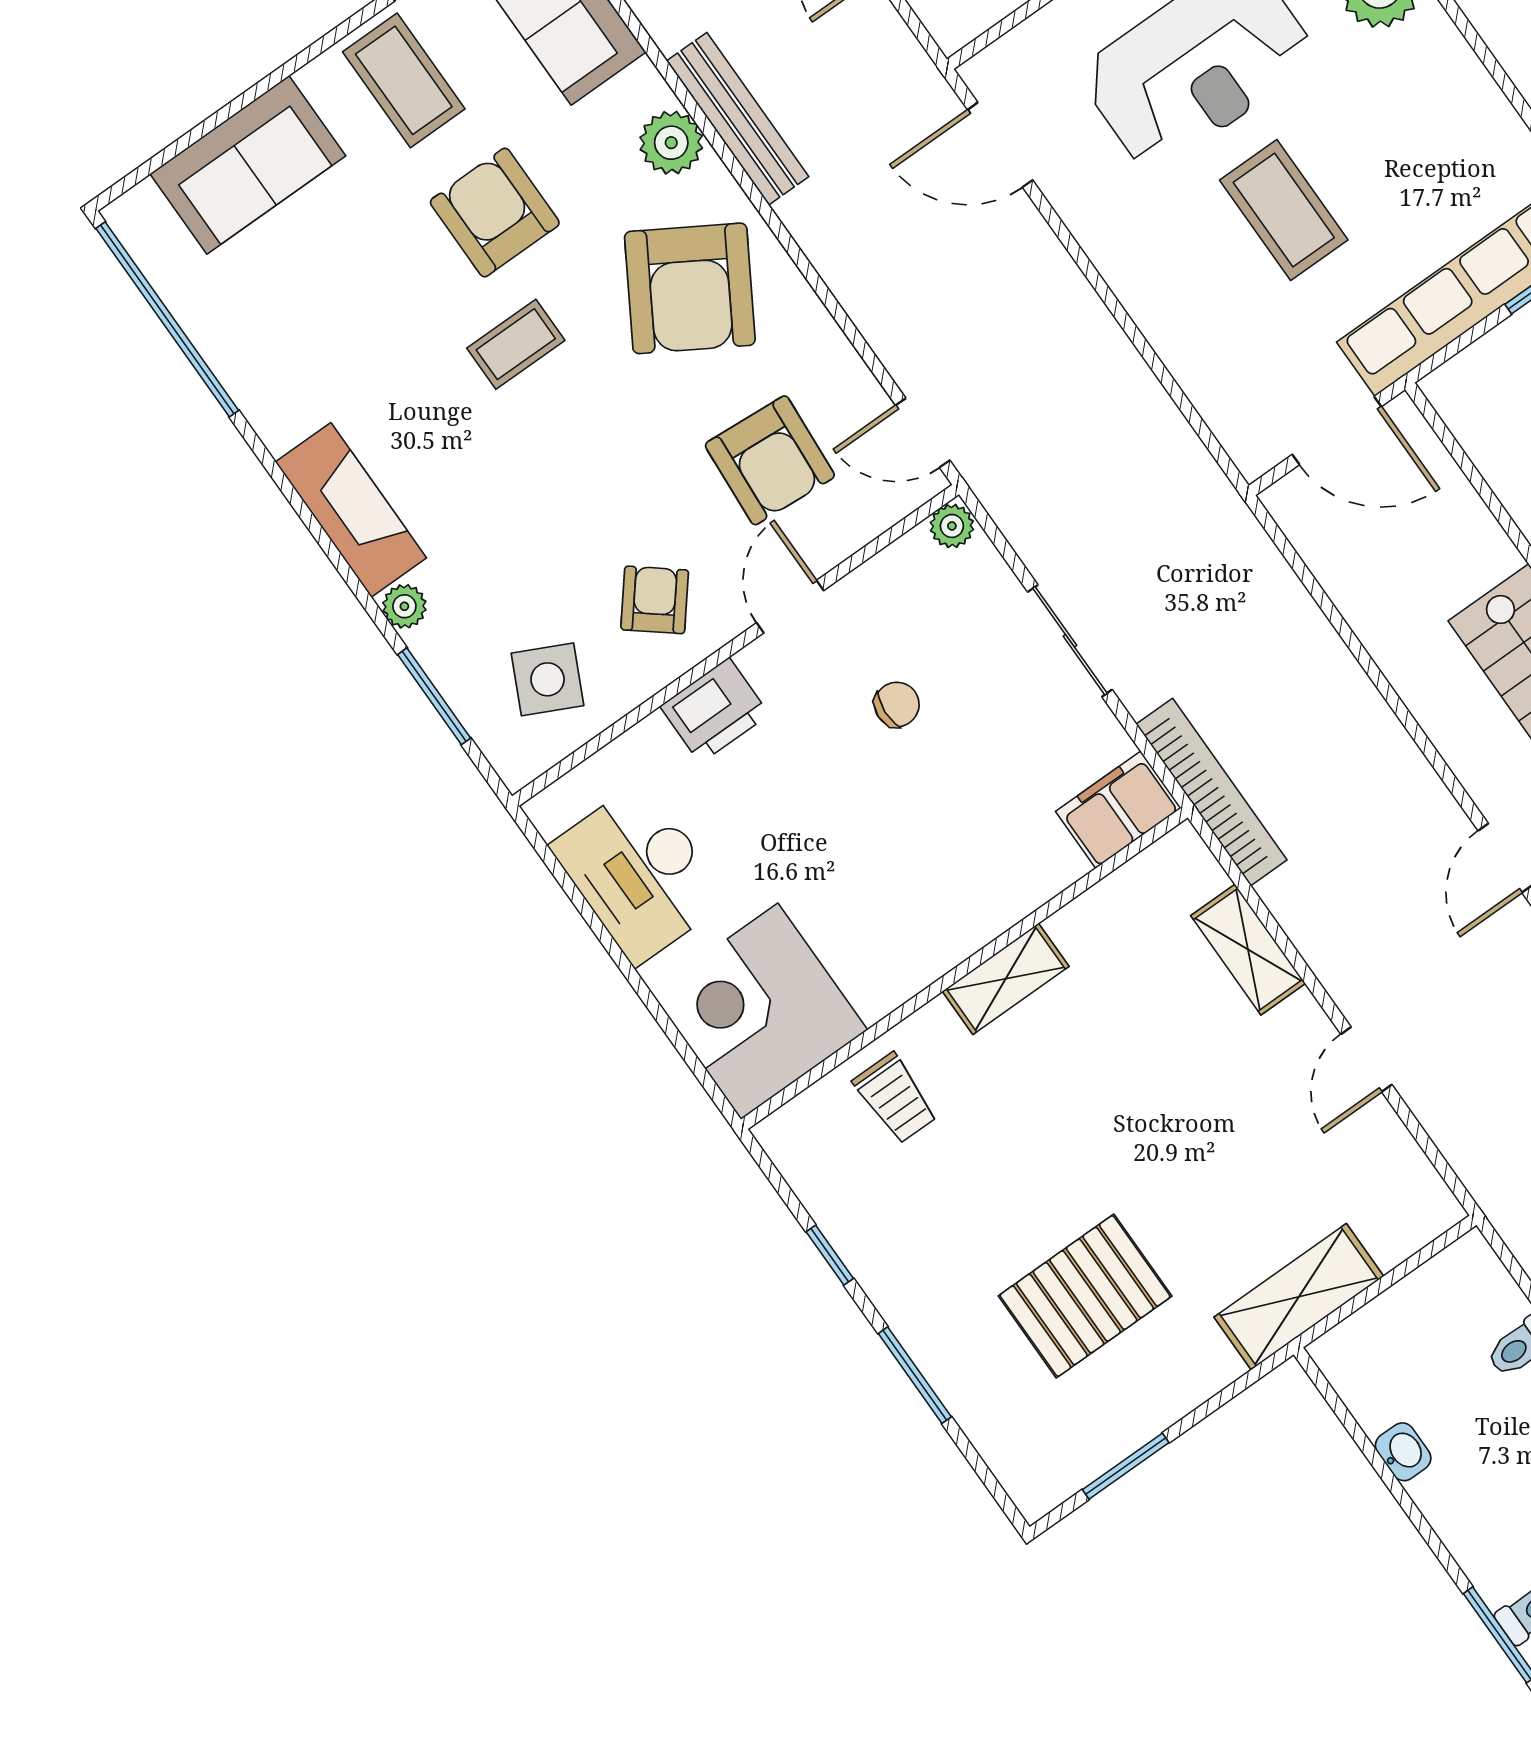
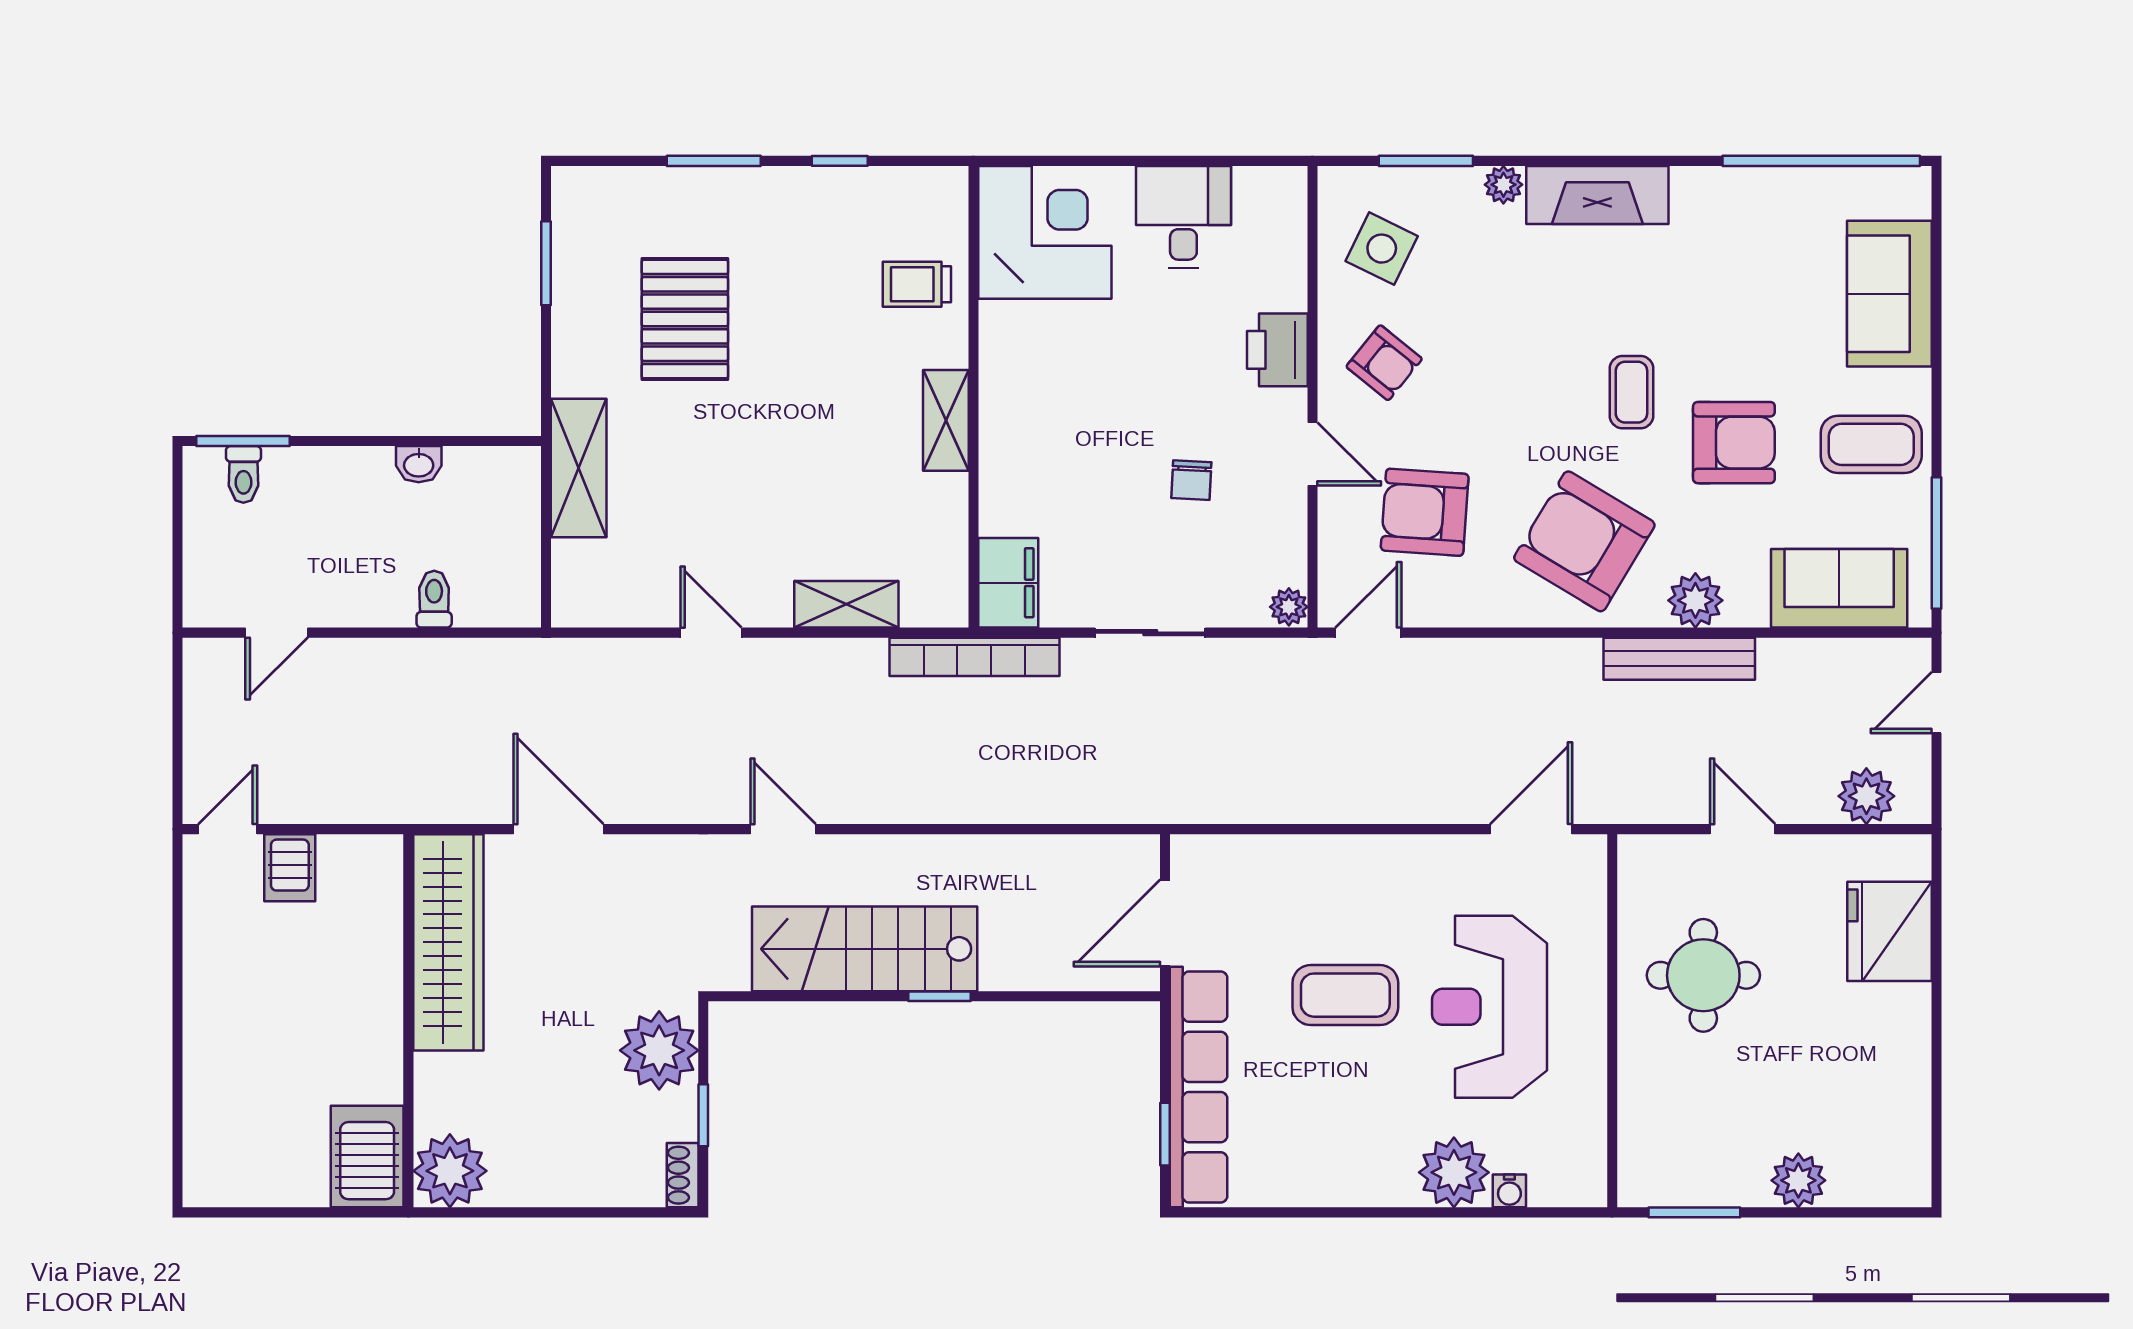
desk: (639, 873) -> (1183, 217), width x0.73

